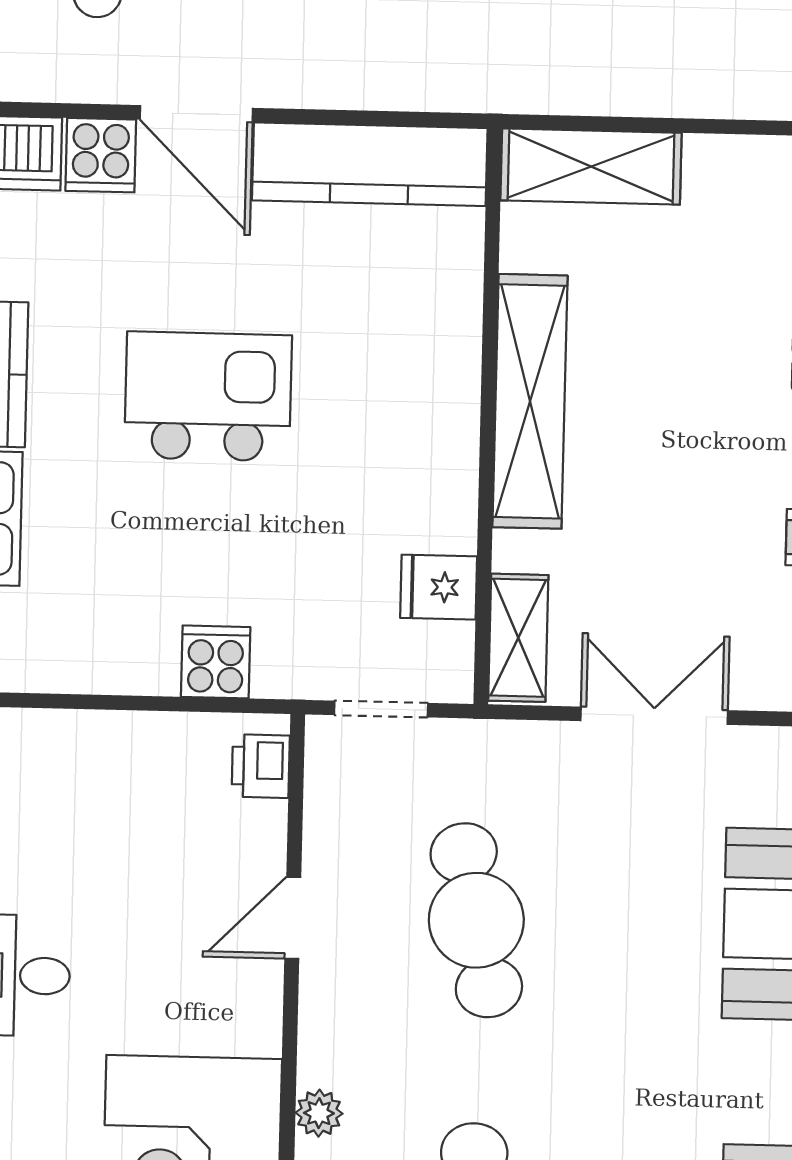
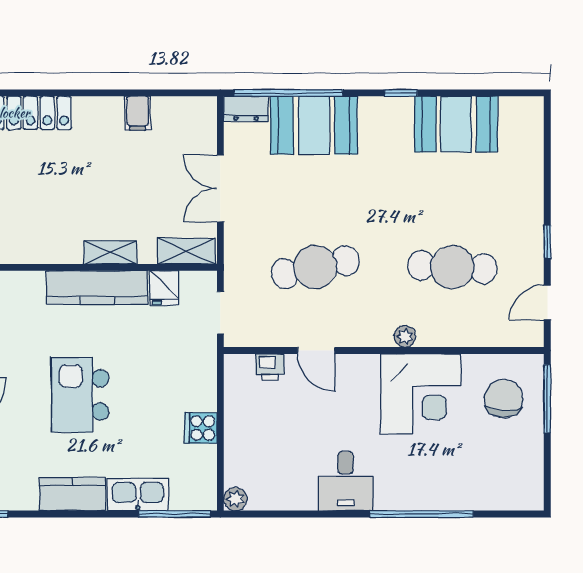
shelving: (530, 401) -> (110, 252), width x0.45, depth x0.75
kitchen counter: (443, 440) -> (97, 288), added
cooker: (216, 662) -> (201, 428), moved
printer: (261, 766) -> (270, 367), moved

